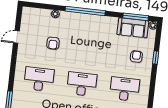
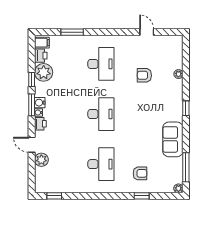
window: (85, 11) -> (186, 108), width x0.32
sofa: (133, 28) -> (173, 139), moved

